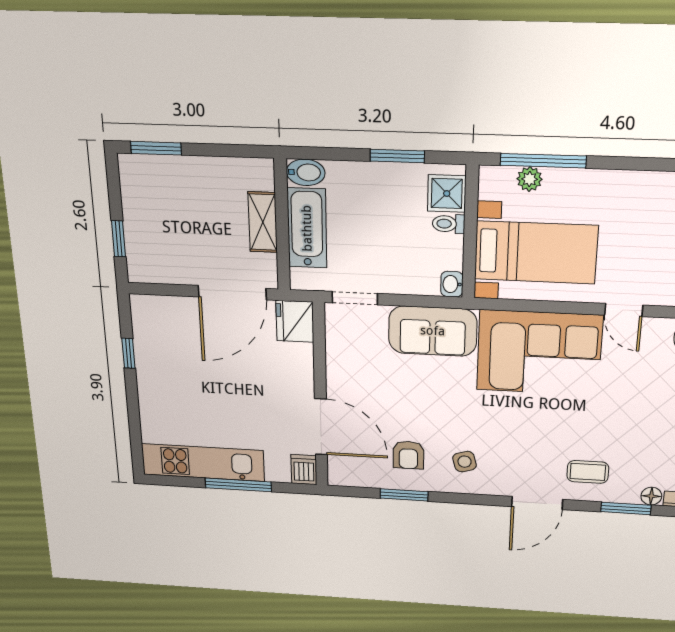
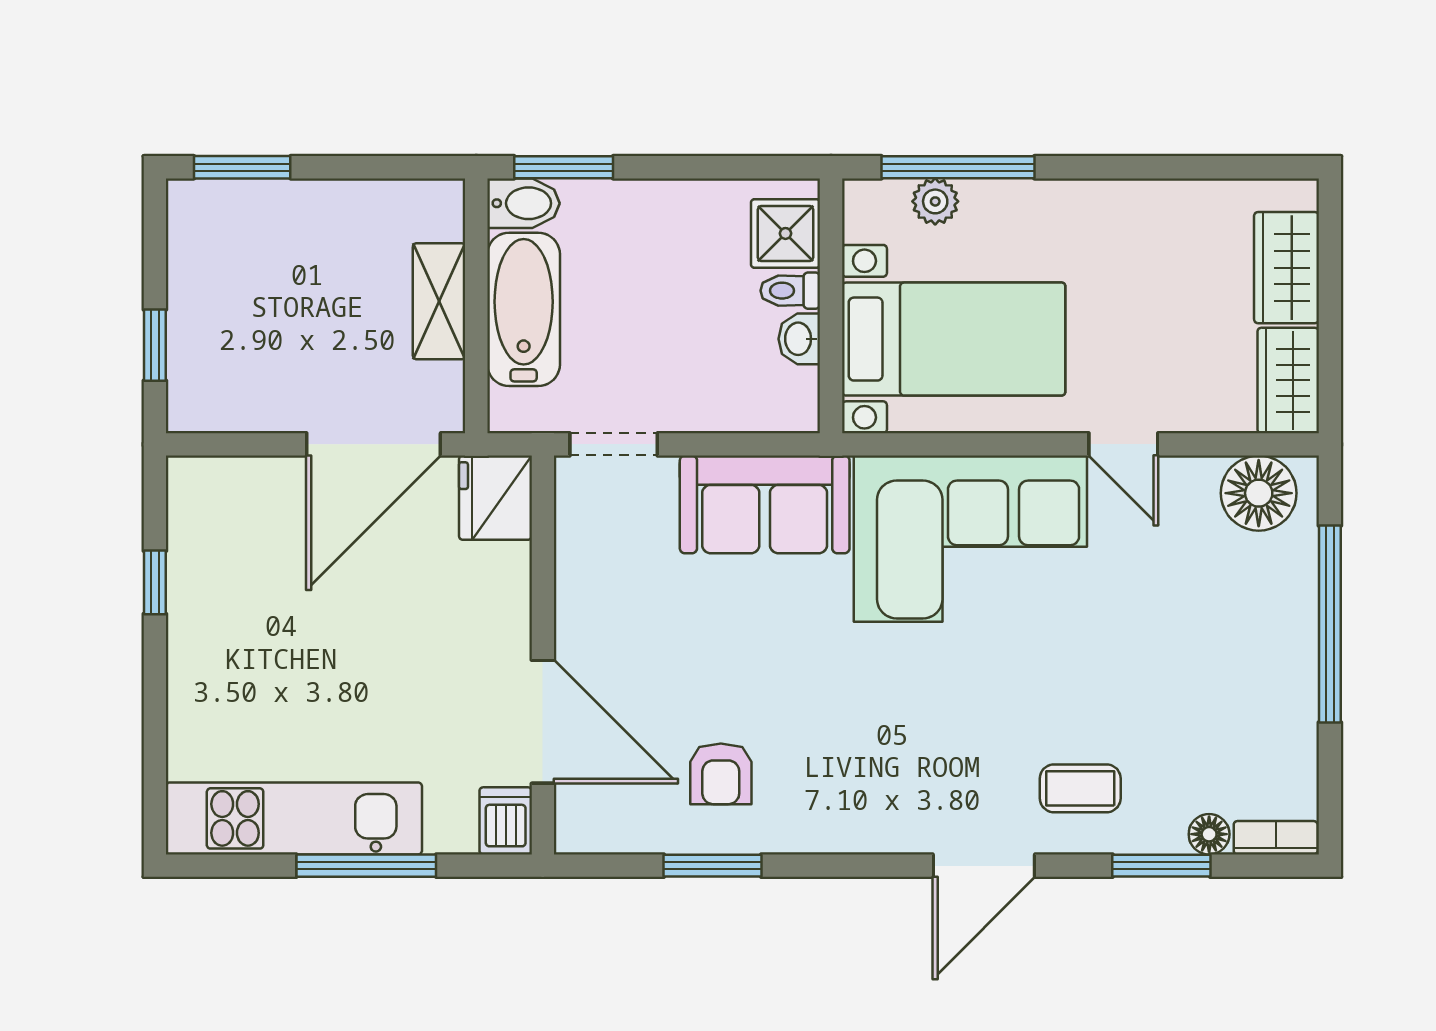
window: (397, 156) -> (564, 167), moved
washbasin: (452, 284) -> (799, 339), moved
side table: (465, 462) -> (834, 781), removed

